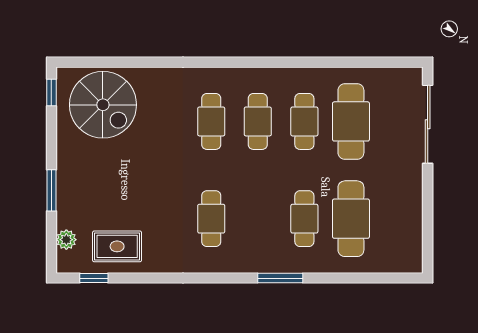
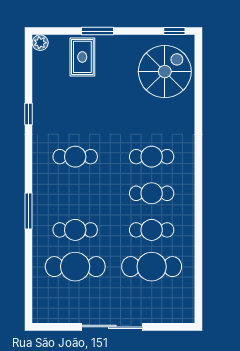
spiral stairs: (103, 105) -> (165, 72), turned 180
sliding door: (428, 124) -> (112, 327), moved
plant: (66, 240) -> (40, 43), moved
rug: (117, 246) -> (82, 57), moved
window: (94, 278) -> (29, 114), moved

